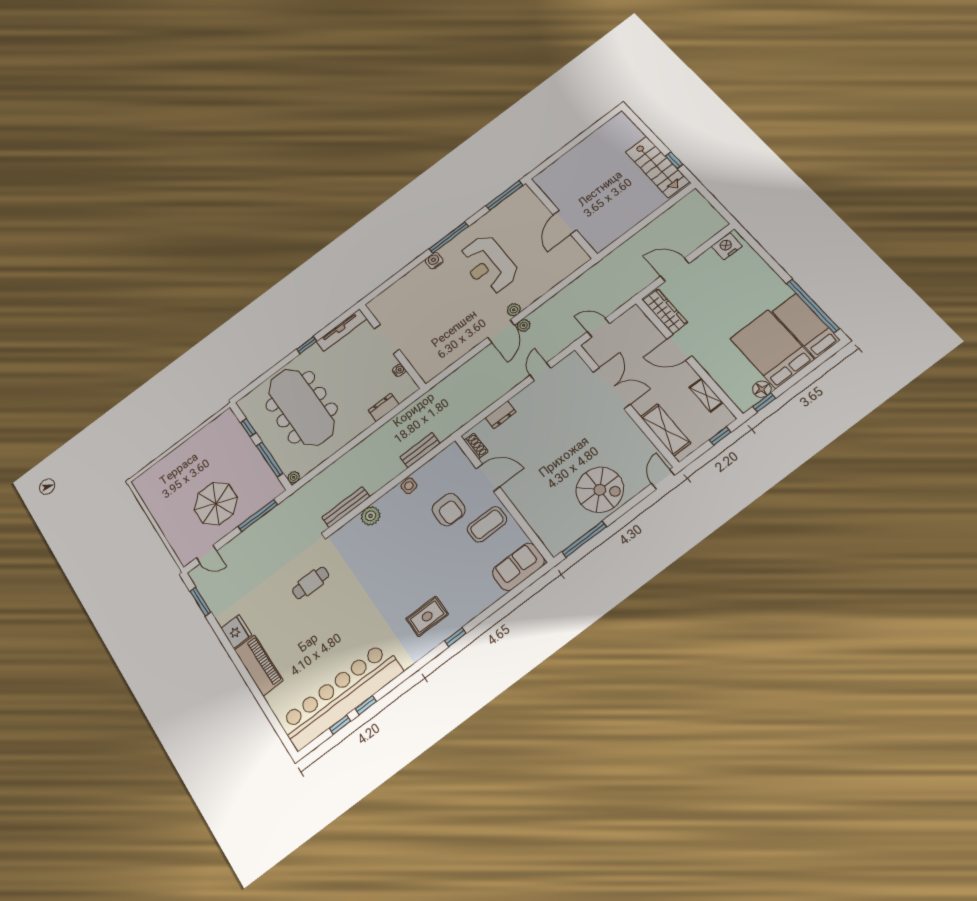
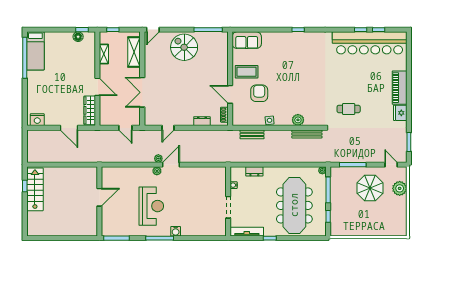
bed: (772, 349) -> (59, 52), removed
plant: (176, 533) -> (400, 188), added
rug: (427, 616) -> (304, 49), removed

